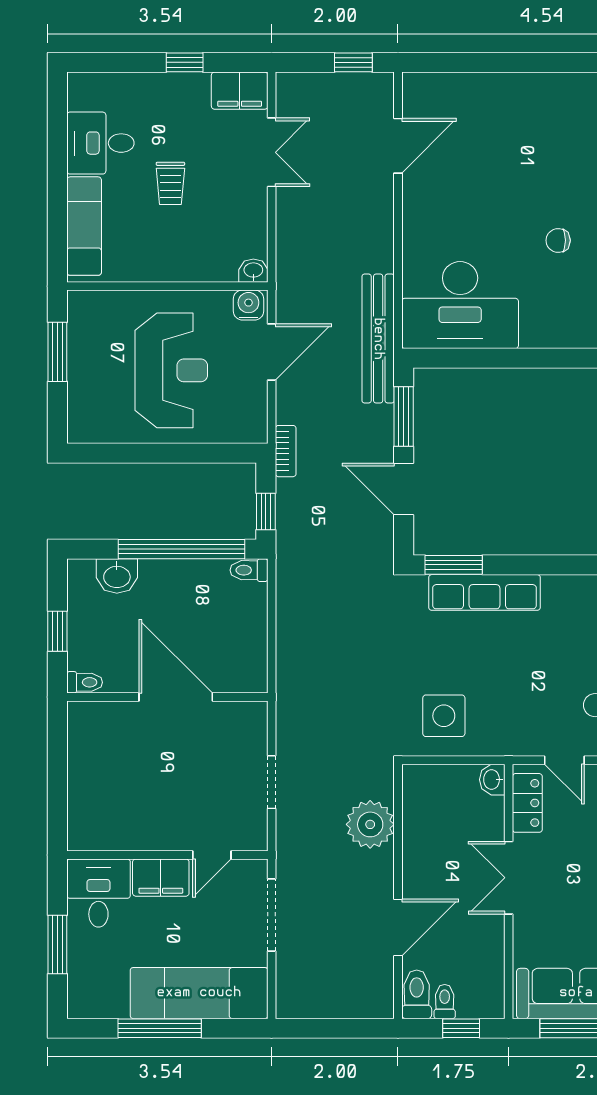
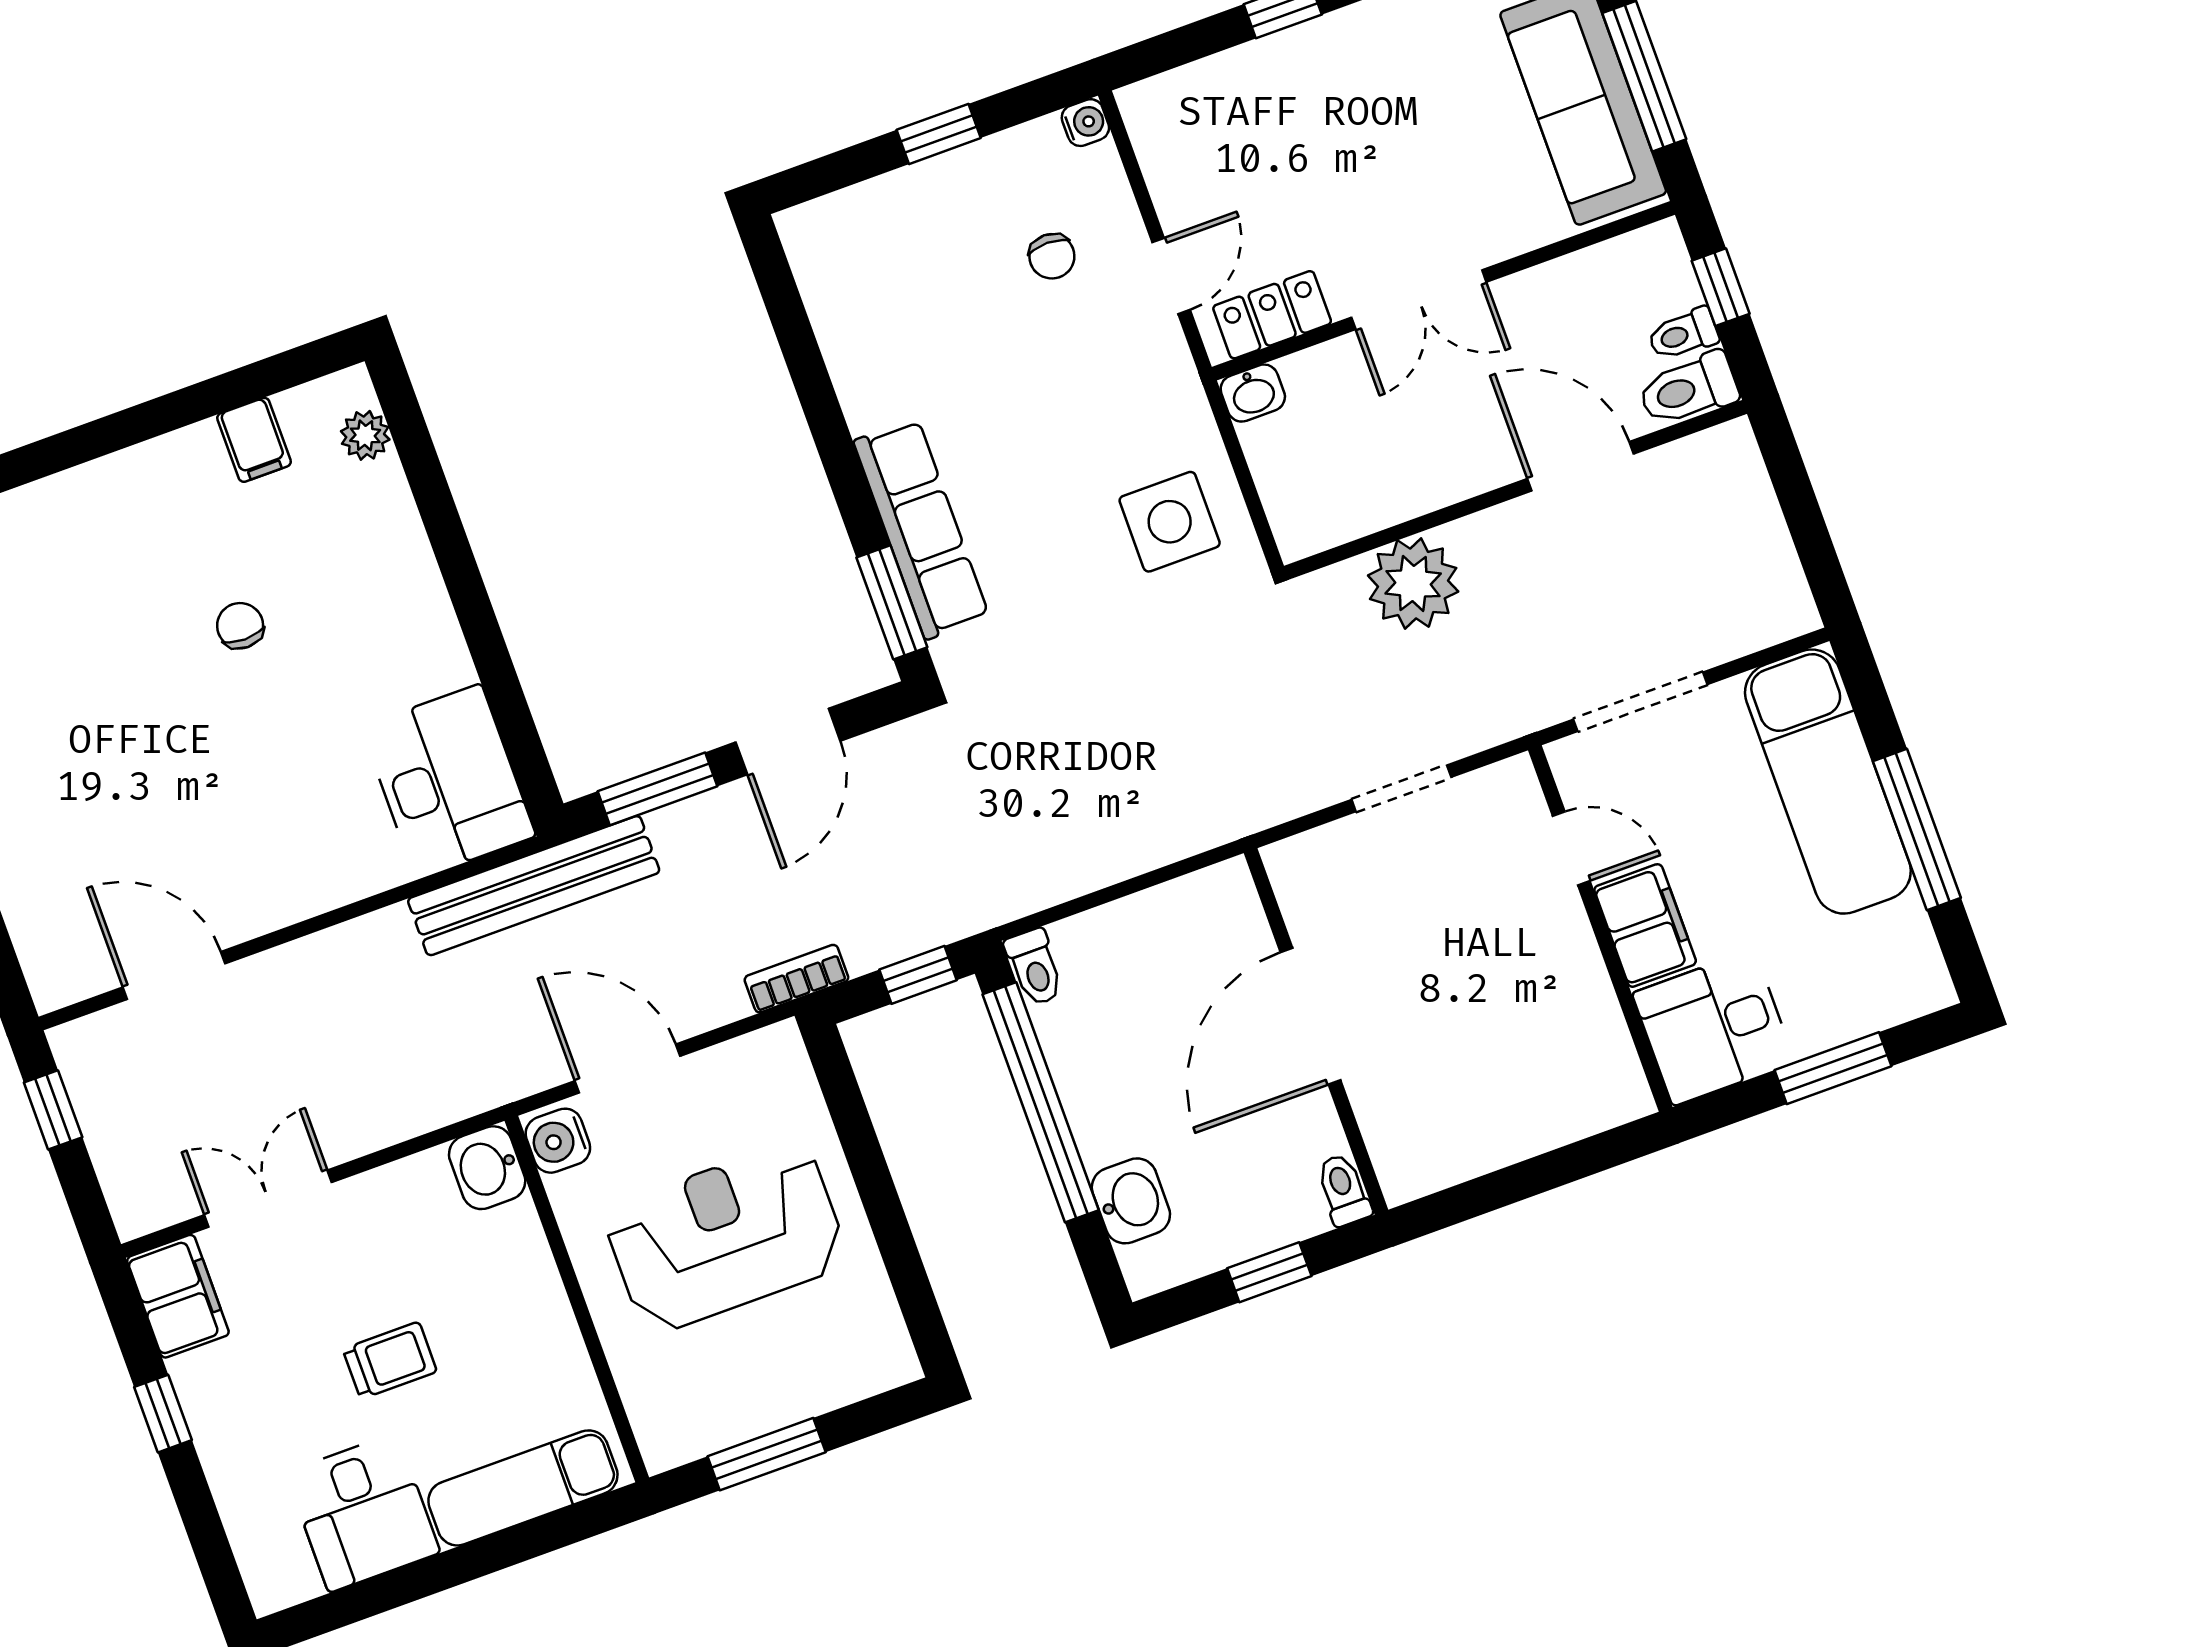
chair: (558, 240) -> (240, 626), turned 180
washbasin: (253, 271) -> (487, 1168), width x1.38, depth x1.45
desk: (460, 305) -> (448, 781), width x0.73, depth x0.77

